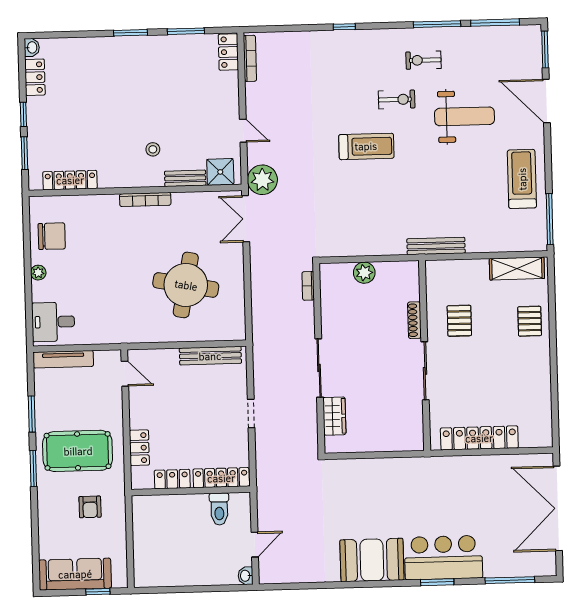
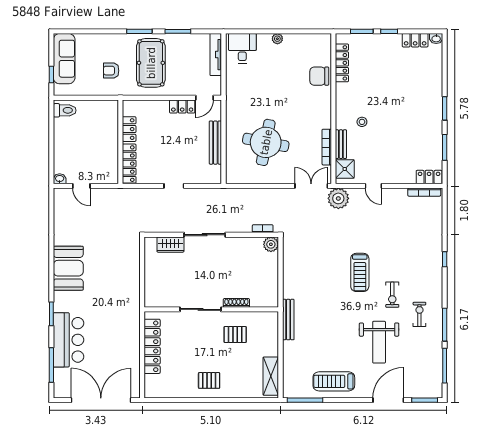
door: (243, 131) -> (373, 186), hinge flipped
treadmill: (522, 179) -> (334, 381), turned 180
bookcase: (145, 200) -> (327, 147), moved
chair: (52, 236) -> (319, 76), moved, turned 90
plant: (364, 273) -> (271, 244), moved
pallet: (530, 321) -> (209, 380), moved
bench: (210, 356) -> (215, 143), moved
locker: (139, 448) -> (182, 106), moved
toilet: (219, 509) -> (65, 110), moved, turned 180
bar counter: (443, 558) -> (68, 340), moved

